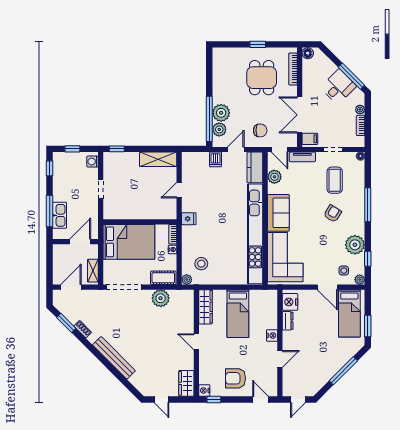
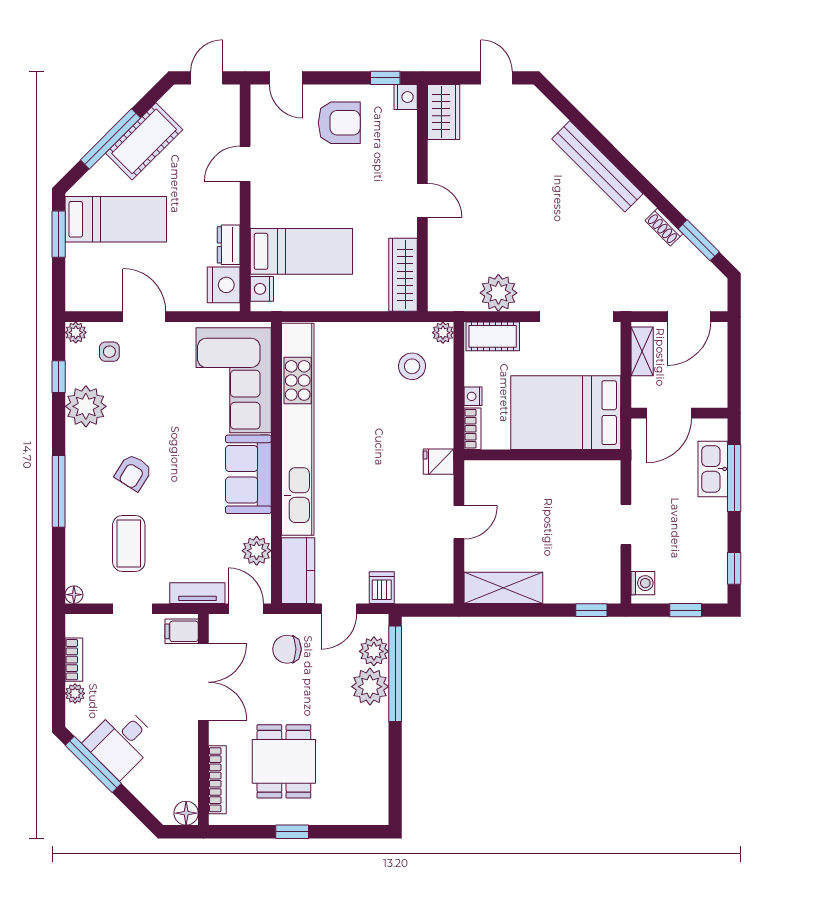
bed: (349, 313) -> (116, 219), moved, turned 90
bed: (238, 314) -> (301, 251), moved, turned 90
nightstand: (272, 336) -> (262, 289), moved
cot: (327, 370) -> (144, 141), added

